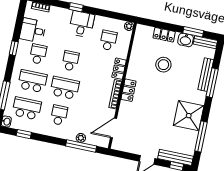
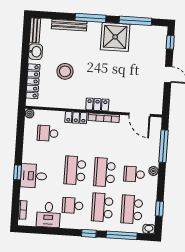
desk: (82, 24) -> (34, 176), moved
window: (193, 32) -> (26, 45), removed
locker: (164, 35) -> (33, 81), width x1.53
window: (14, 48) -> (89, 233), moved
school desk: (70, 61) -> (75, 170), width x1.85
window: (212, 83) -> (90, 18), moved
plant: (81, 138) -> (153, 171), moved
bench: (175, 157) -> (161, 45), removed

